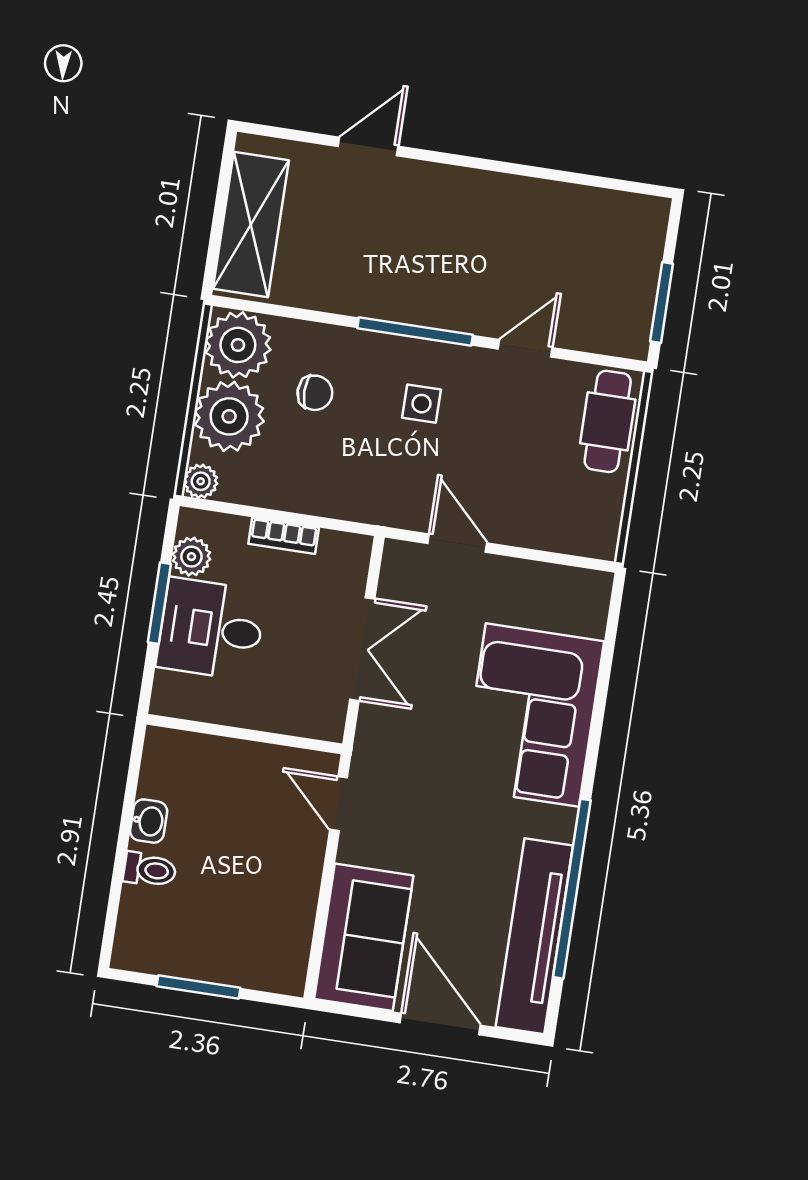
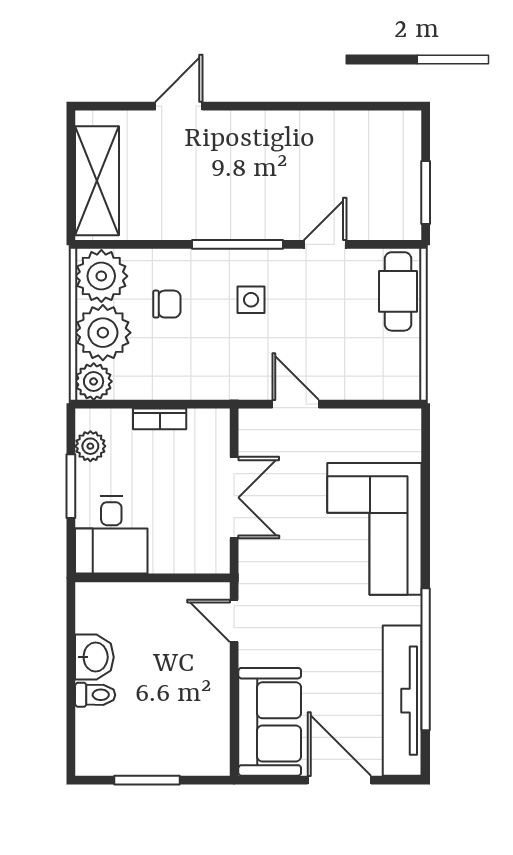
plant: (201, 481) -> (94, 381), width x1.38, depth x1.38
desk: (211, 629) -> (111, 535), moved, turned -90
washbasin: (149, 821) -> (94, 657), width x1.38, depth x1.45

